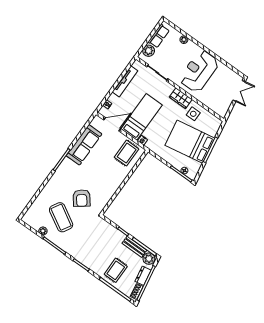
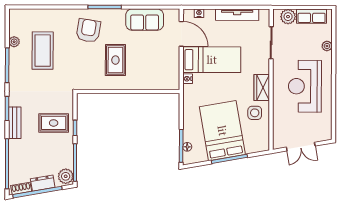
reception desk: (199, 71) -> (305, 86), turned -90
double door: (239, 91) -> (301, 147), moved
sofa: (84, 145) -> (145, 20), width x0.73
rug: (127, 153) -> (115, 60), moved, turned 90
armchair: (82, 198) -> (88, 31), moved, turned 137
coffee table: (61, 217) -> (43, 51), turned -30
bench: (134, 247) -> (15, 123), moved
rug: (116, 270) -> (54, 123), moved

